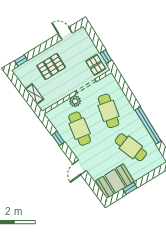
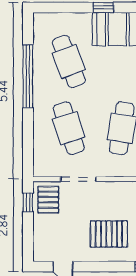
plant: (75, 101) -> (105, 168), removed
cafe table: (108, 111) -> (69, 128), turned -30

